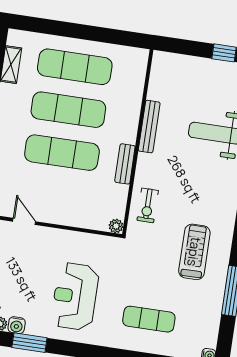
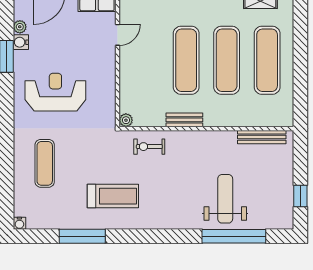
bench: (149, 127) -> (262, 137), moved

